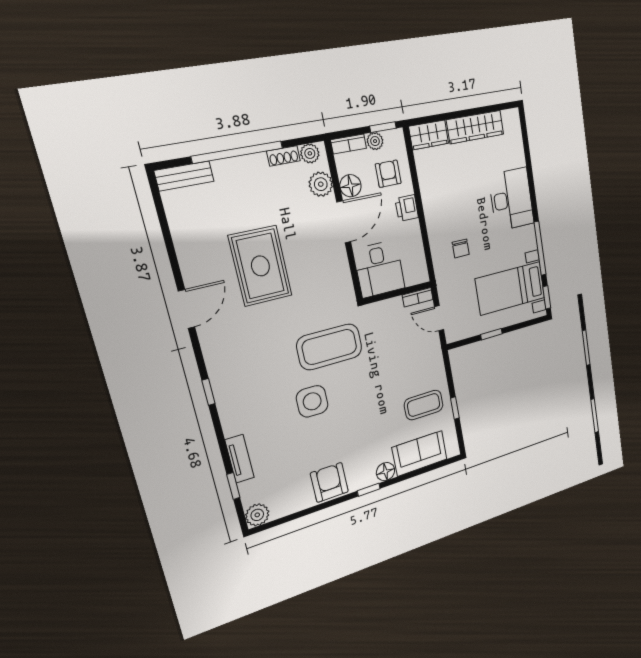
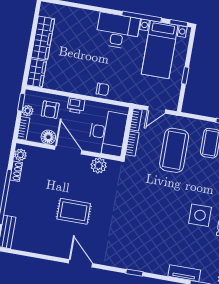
armchair: (388, 174) -> (50, 110), turned -90
plant: (321, 184) -> (99, 166), moved
desk: (511, 199) -> (118, 31), moved
chair: (461, 248) -> (102, 89), moved
rug: (260, 266) -> (74, 211), width x0.73, depth x0.70
desk: (379, 269) -> (108, 133), width x1.37
bookcase: (386, 306) -> (132, 144), added
coffee table: (329, 347) -> (174, 150), moved
side table: (312, 401) -> (200, 215), moved

